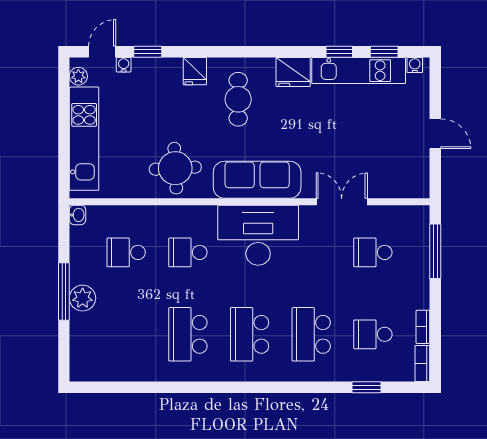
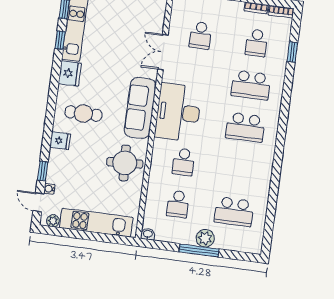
school desk: (188, 334) -> (234, 212), moved

